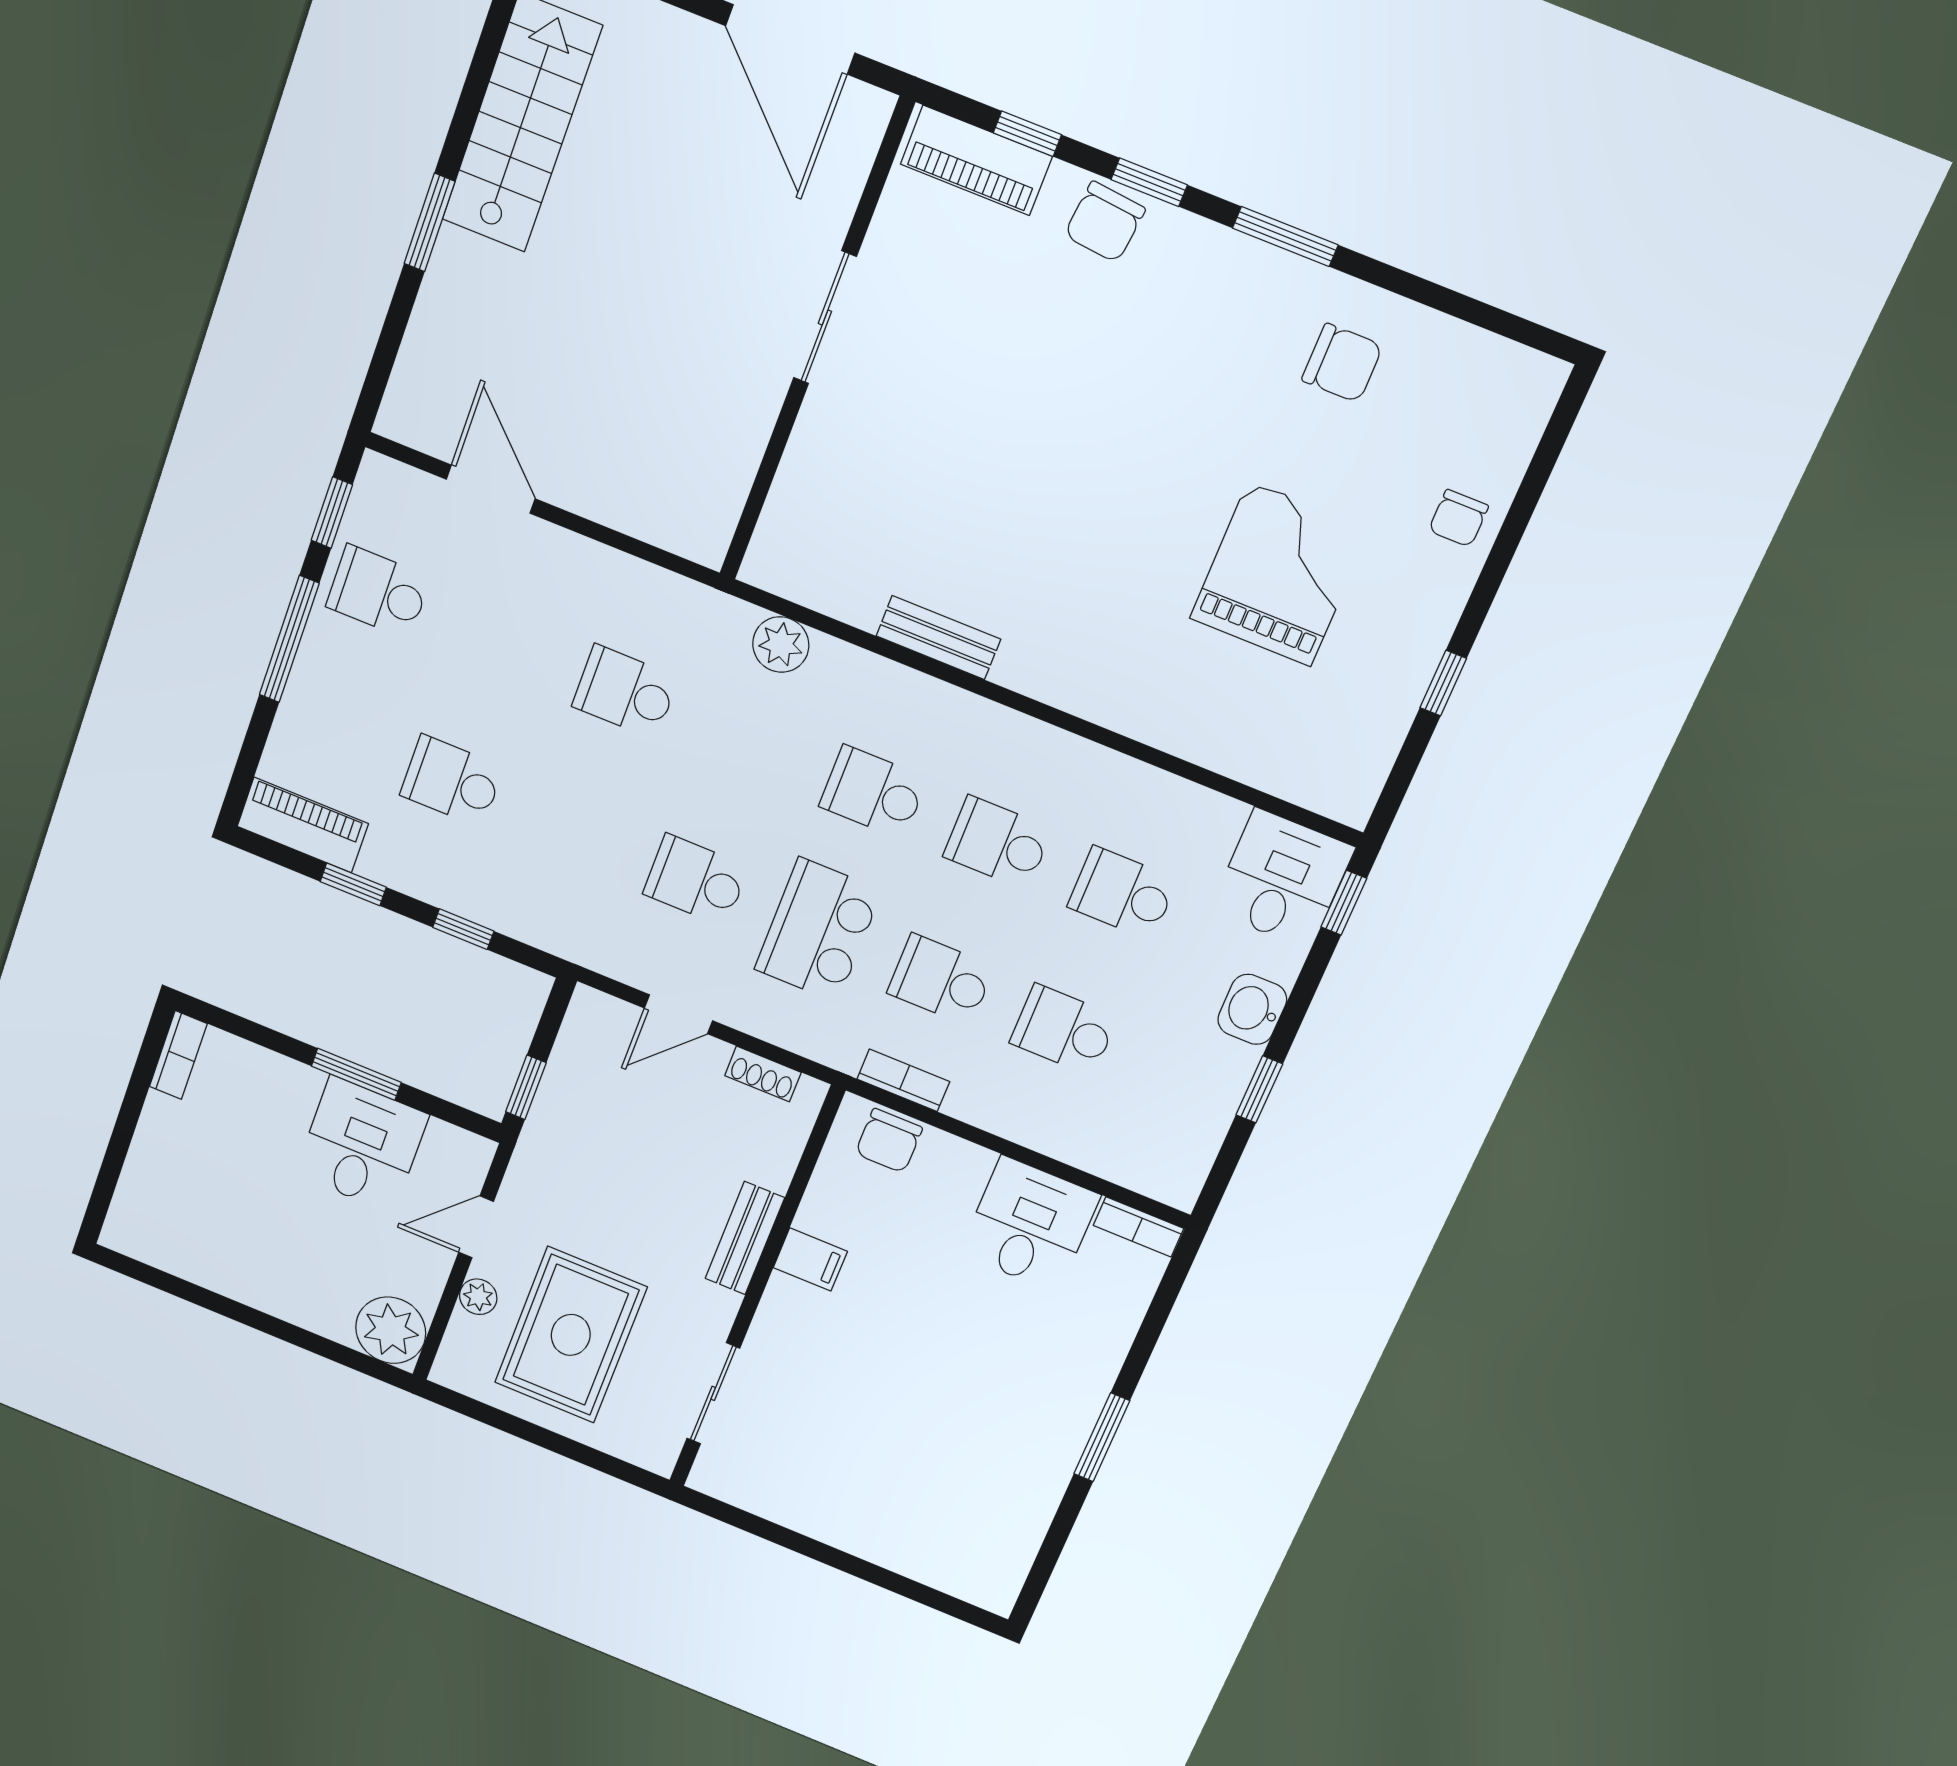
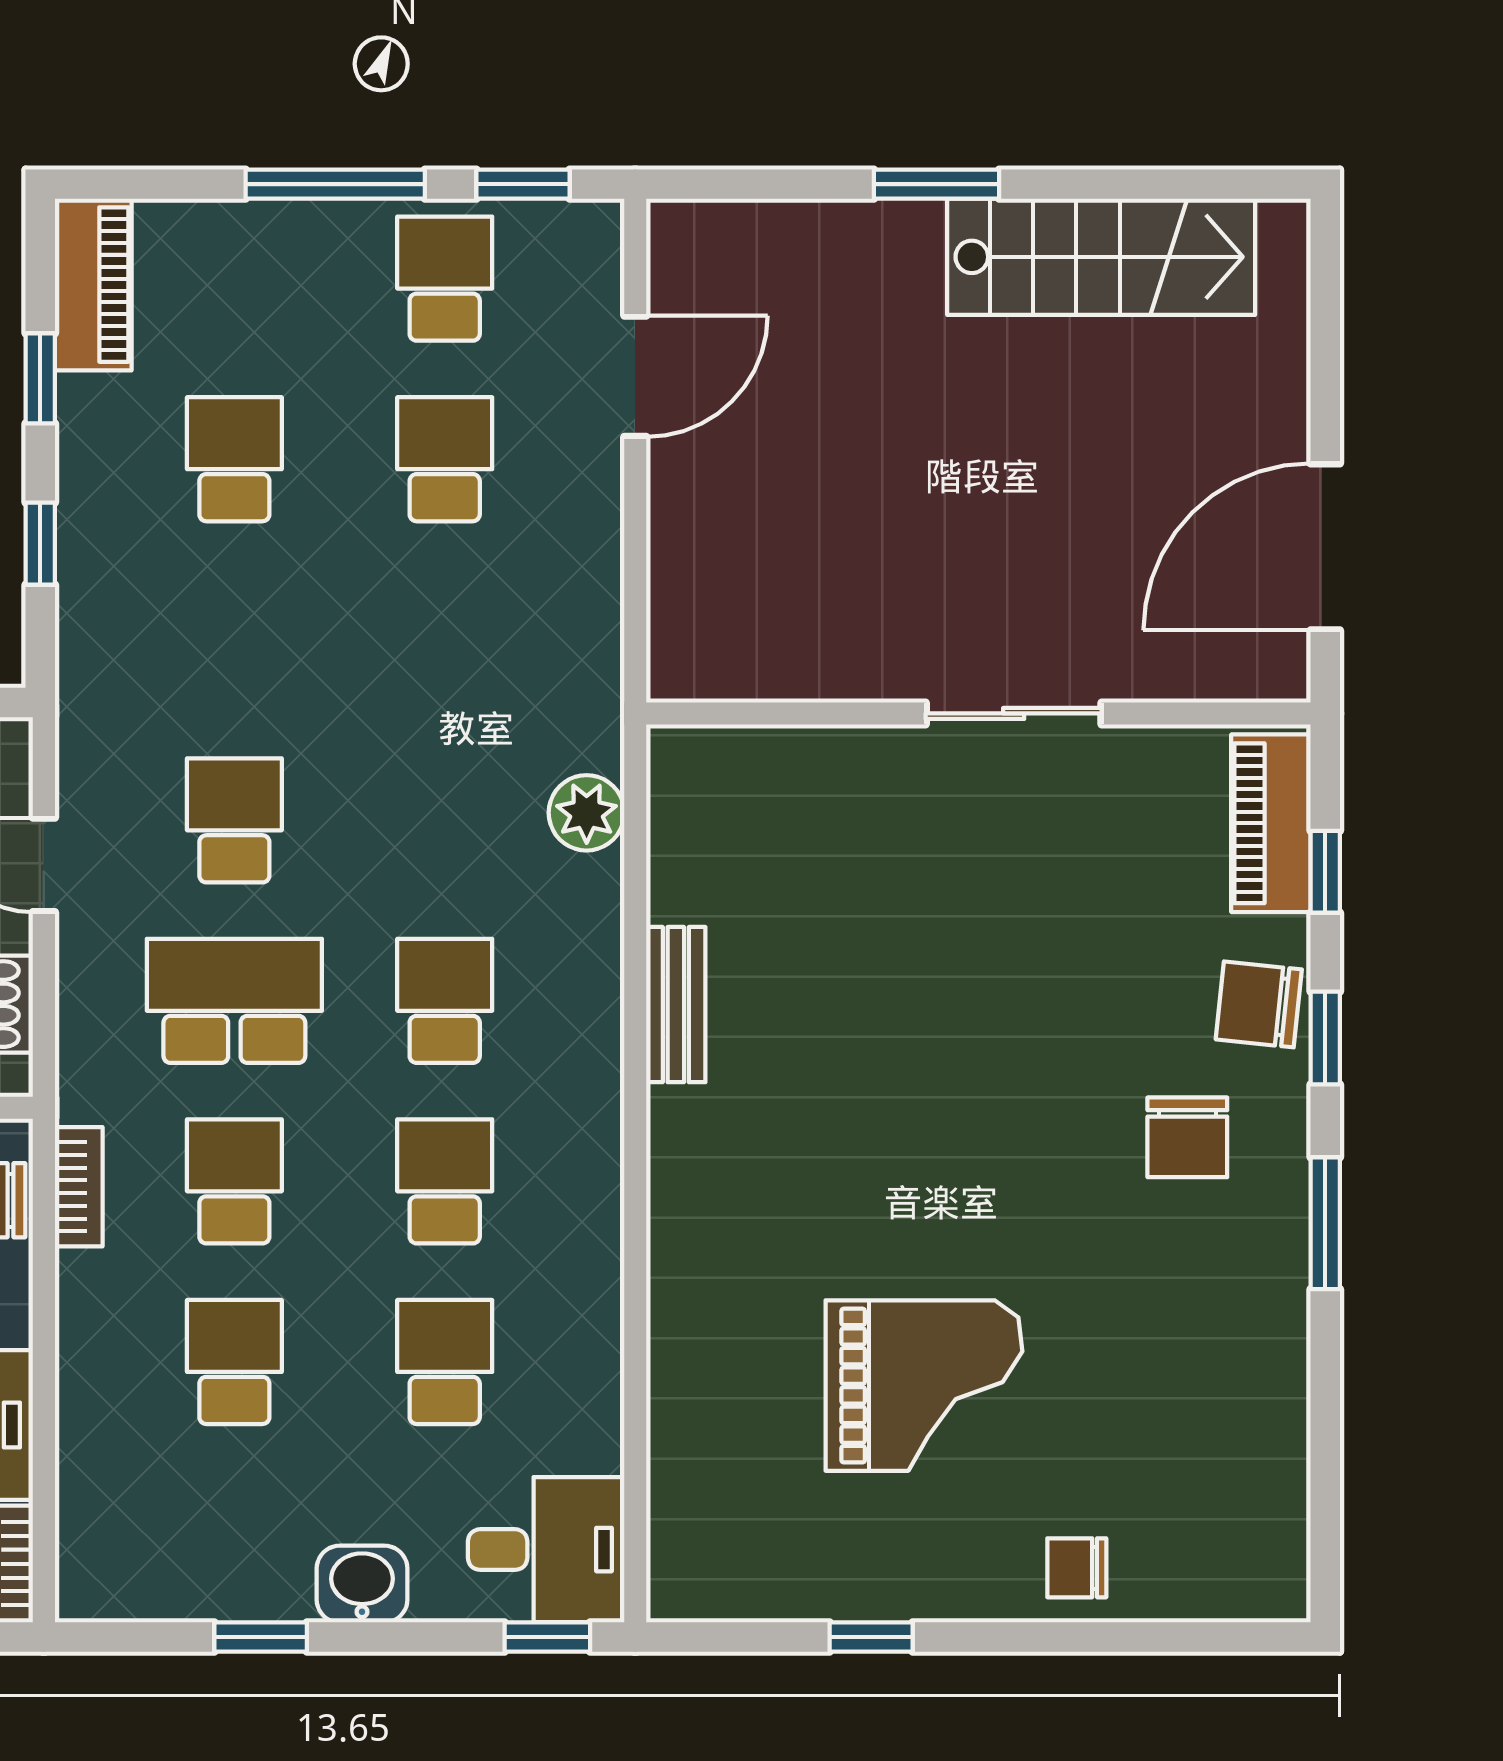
chair: (1342, 363) -> (1187, 1137), moved
school desk: (625, 692) -> (445, 459), moved

